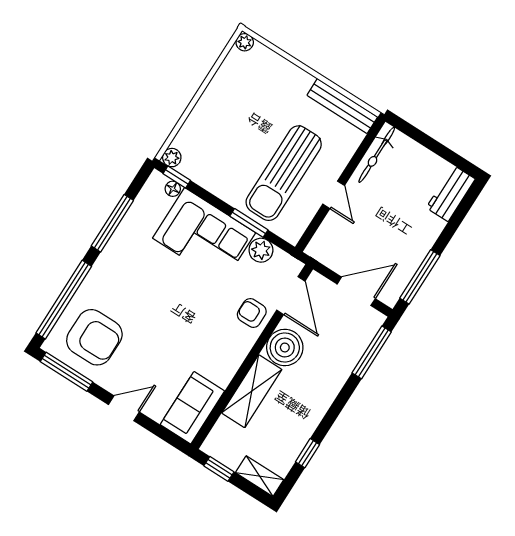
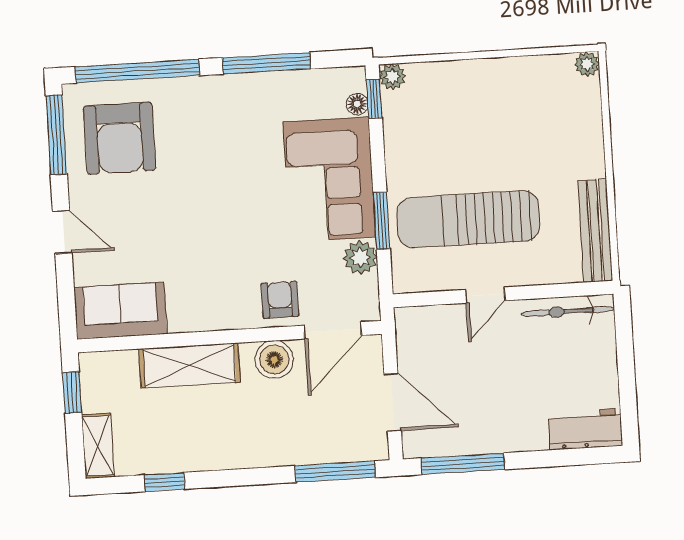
boiler: (285, 347) -> (274, 360), width x0.73, depth x0.73

